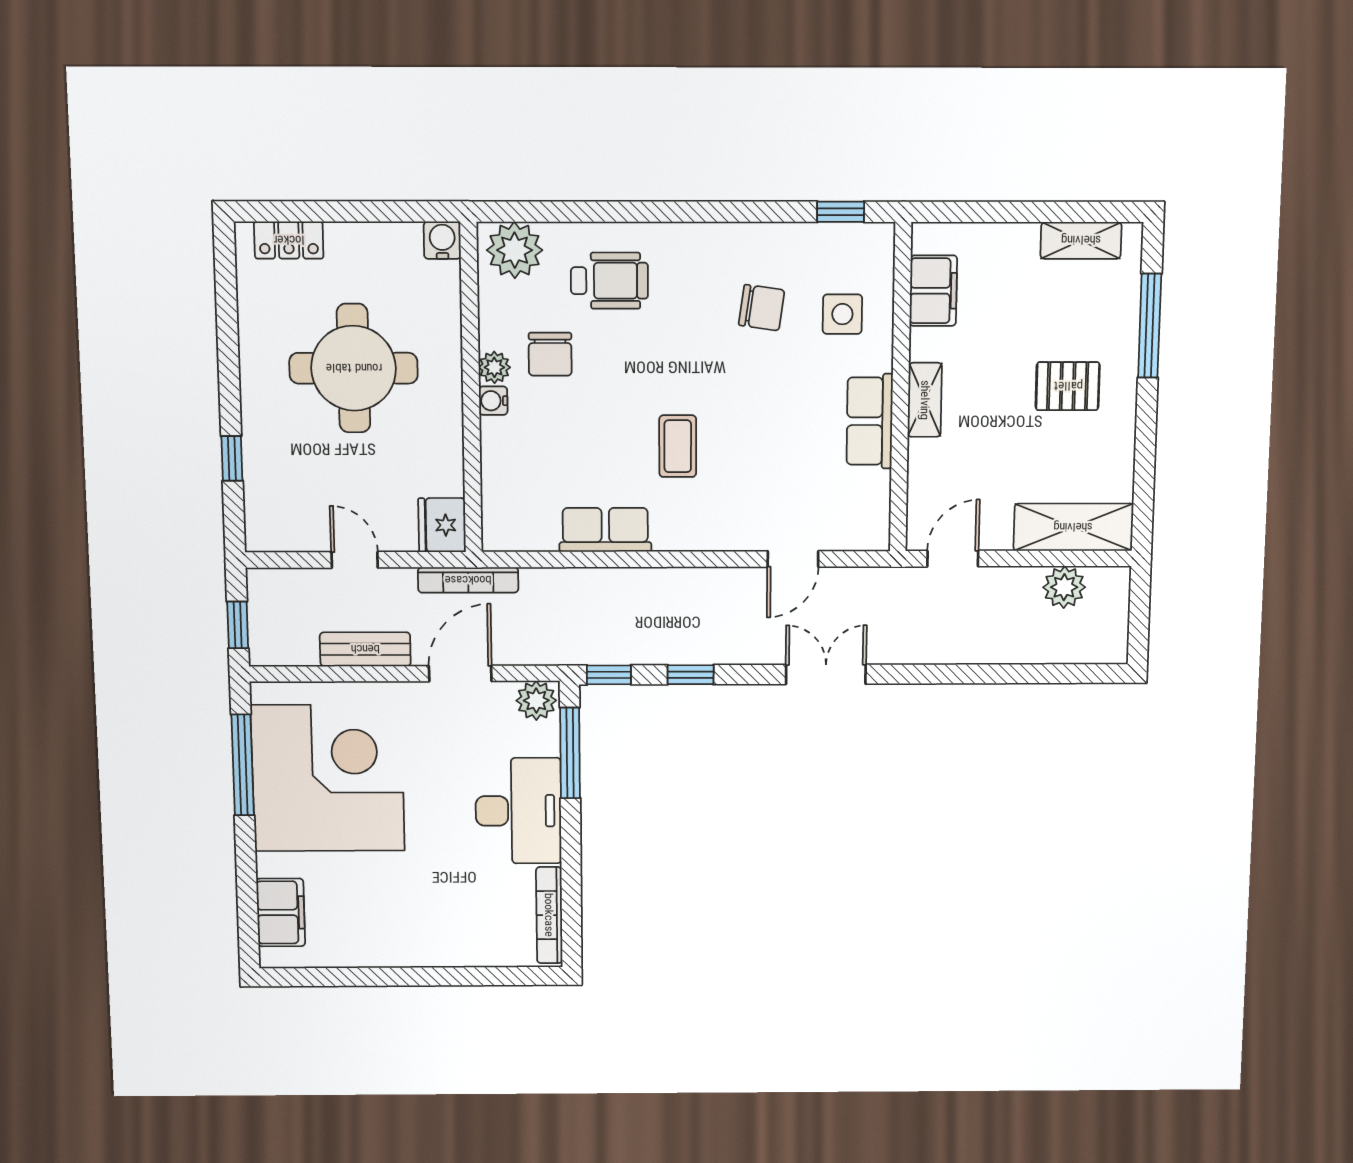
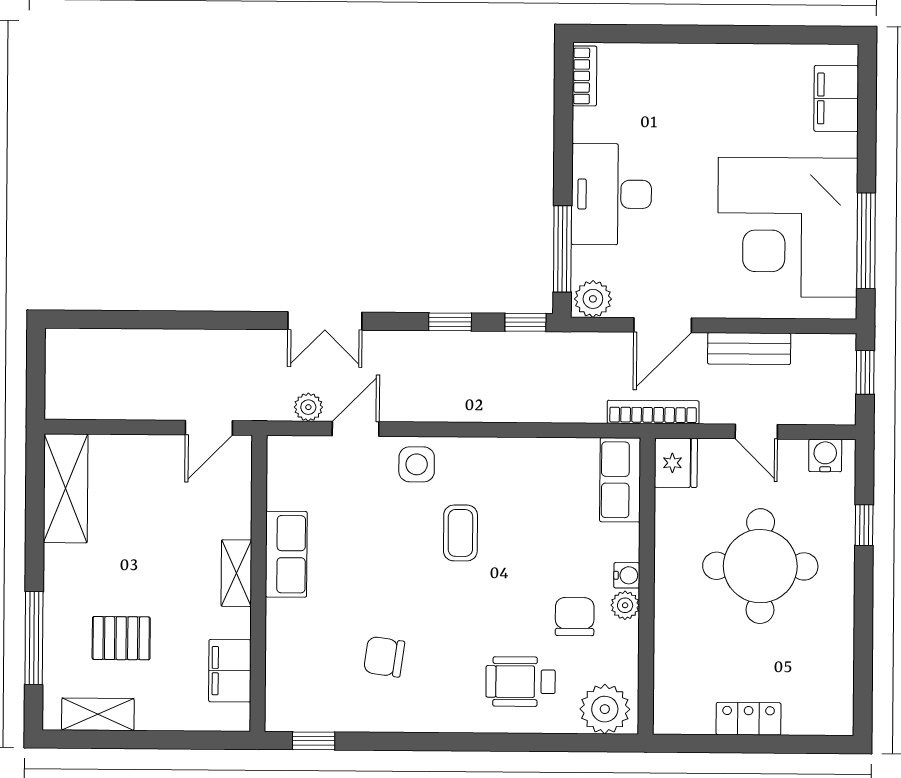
locker: (289, 240) -> (748, 719), moved
water cooler: (442, 240) -> (825, 455), moved, turned 180
side table: (842, 314) -> (417, 464), moved
round table: (354, 368) -> (760, 566), moved
pallet: (1068, 386) -> (121, 638), moved
shelving: (1073, 527) -> (66, 488), moved, turned 90
row of seats: (605, 530) -> (620, 480), moved, turned 90
plant: (1064, 587) -> (308, 407), moved, width x0.73, depth x0.73
bookcase: (549, 915) -> (585, 76), width x0.64

